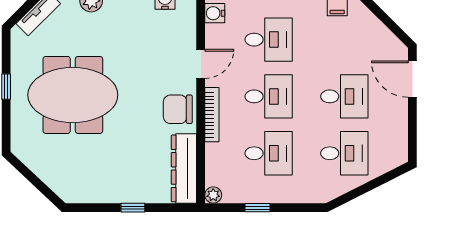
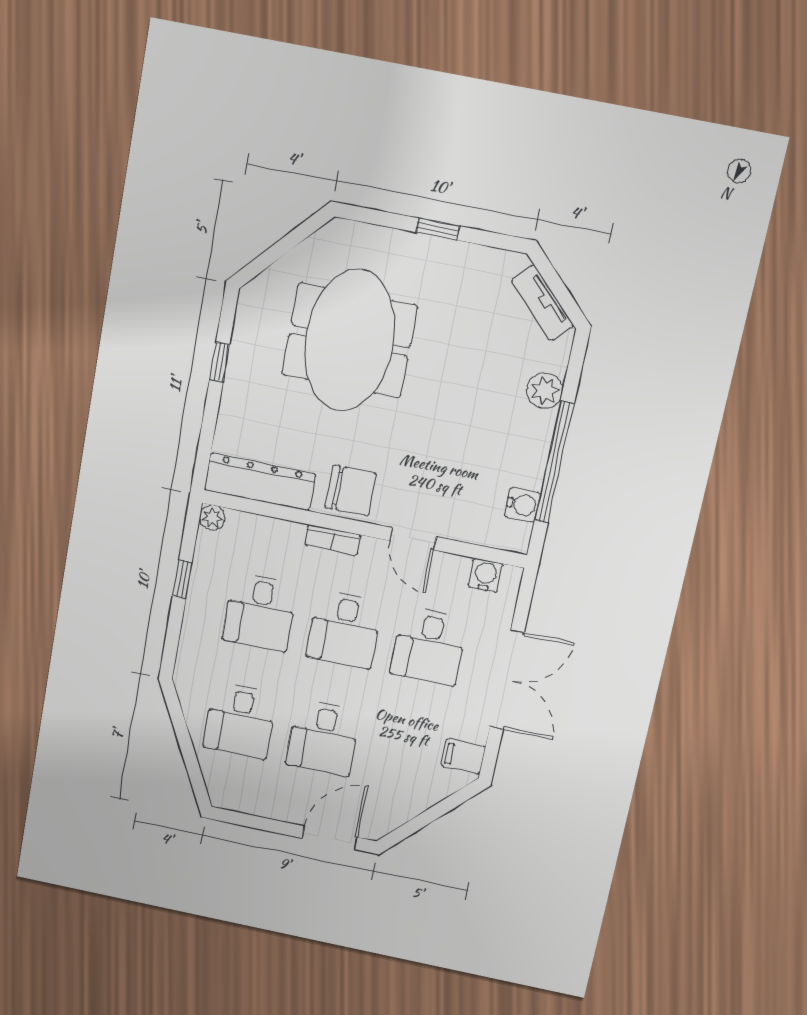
meeting table: (73, 95) -> (349, 340), moved
chair: (178, 109) -> (351, 491), turned 90
bookcase: (212, 115) -> (333, 540), width x0.64
window: (133, 208) -> (220, 362), moved

